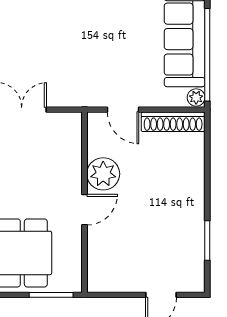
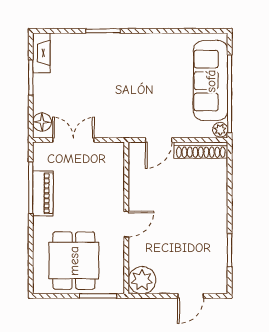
door: (123, 110) -> (159, 140), hinge flipped
plant: (103, 174) -> (142, 280), moved

